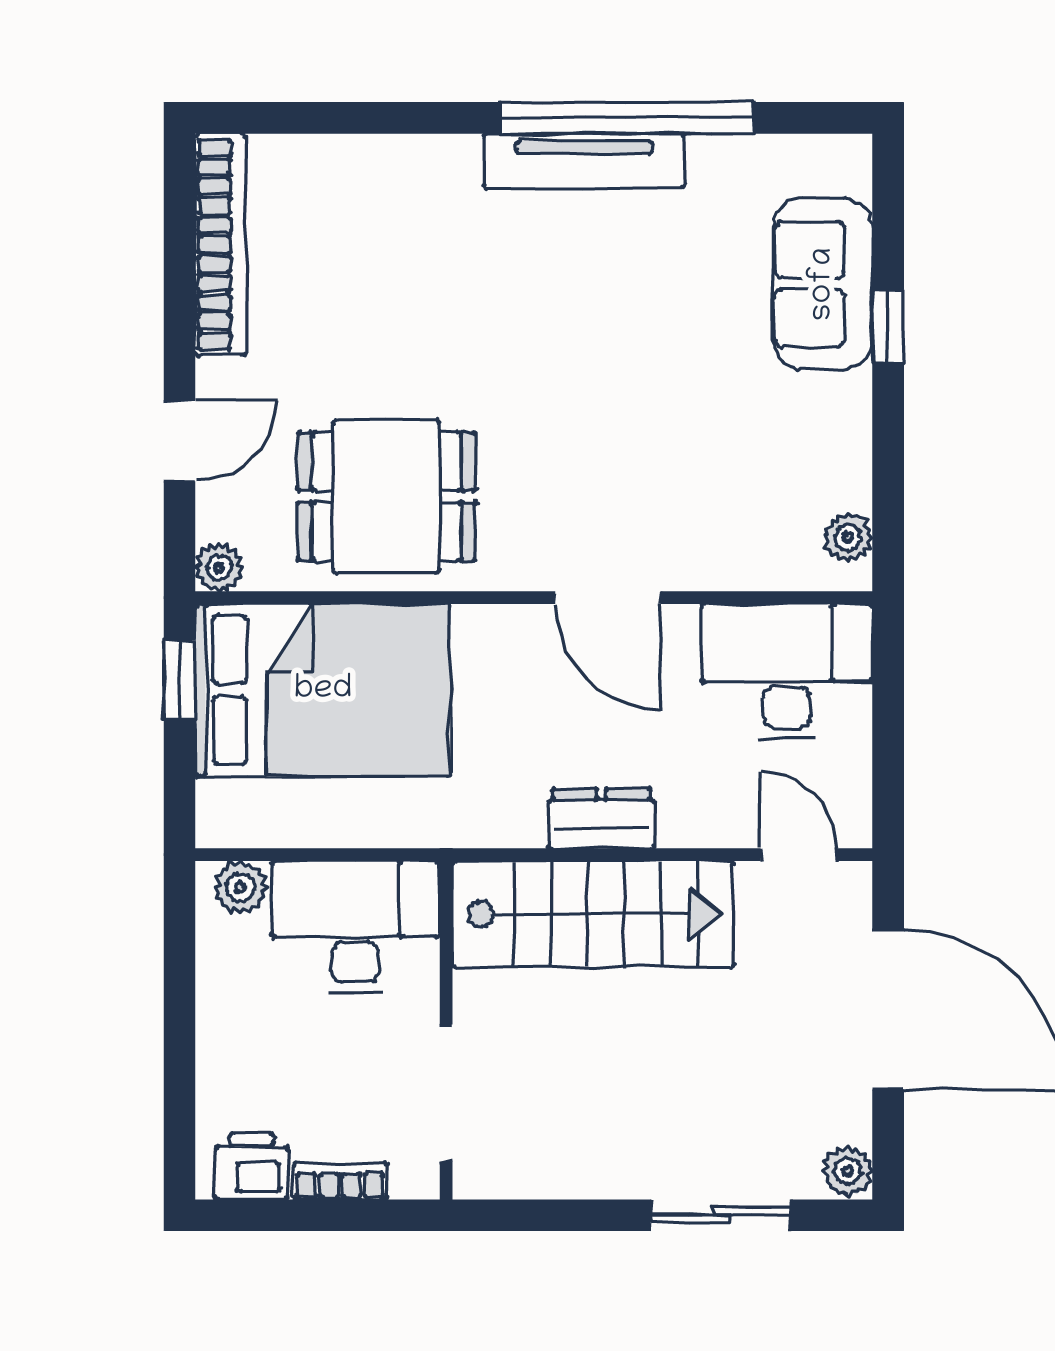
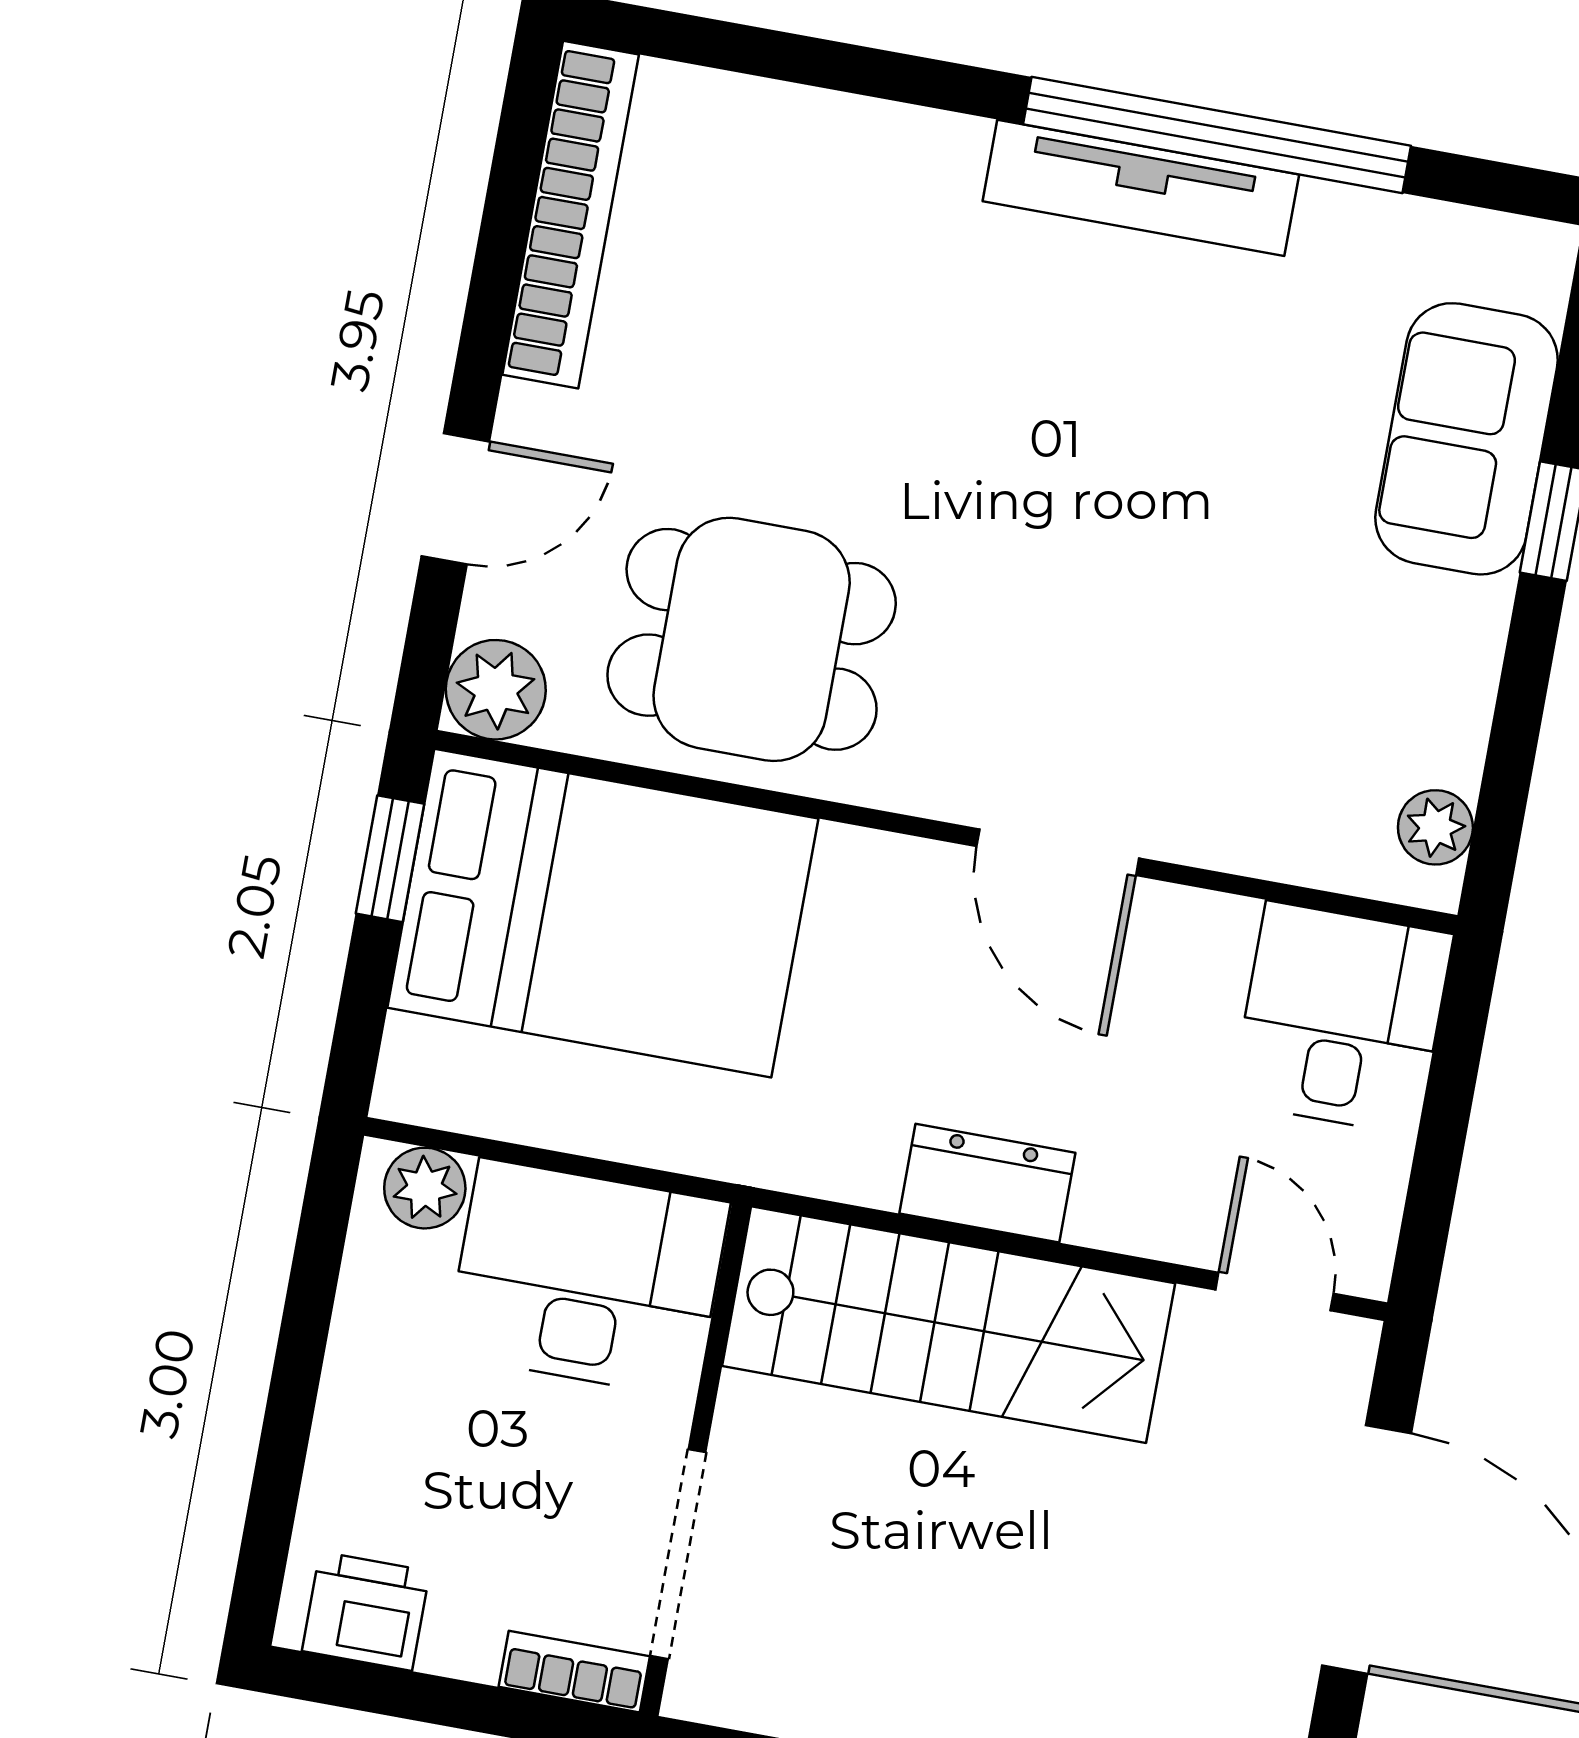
plant: (219, 568) -> (496, 690), width x1.38, depth x1.38
desk: (787, 671) -> (1342, 1018), width x0.73
bookcase: (340, 1181) -> (574, 1672), moved

